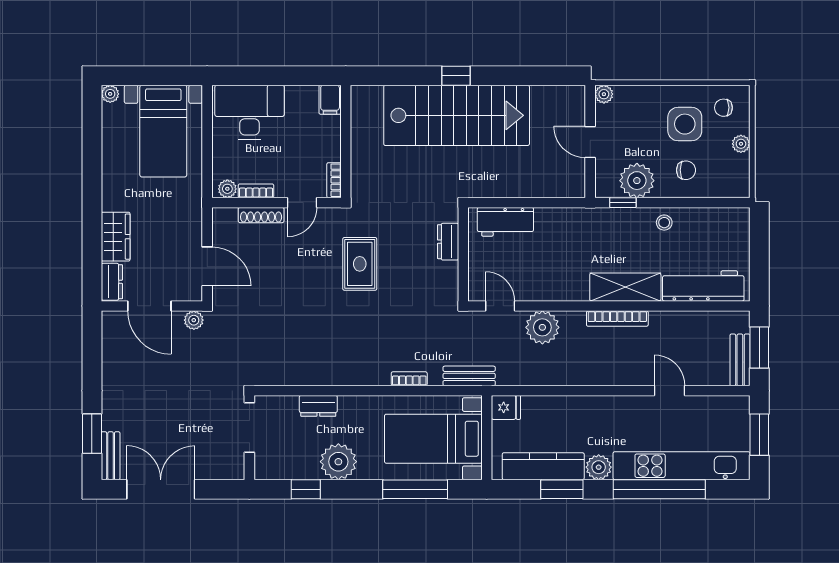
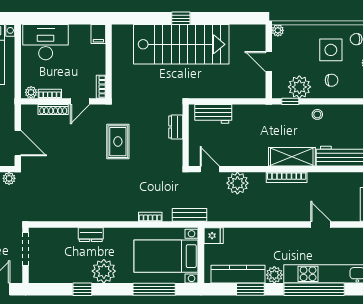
doorway: (249, 428) -> (26, 249), moved
wall: (249, 438) -> (26, 255), moved

